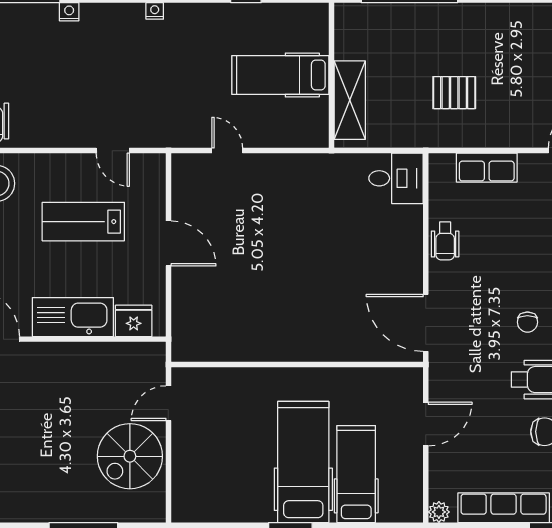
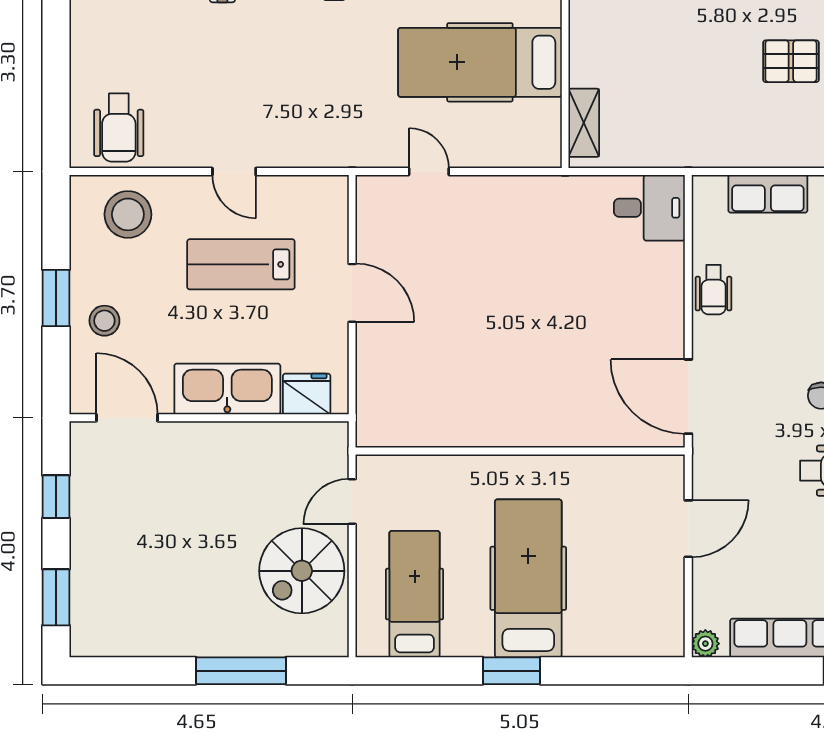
hospital bed: (280, 75) -> (480, 62), width x1.37, depth x1.29
pallet: (454, 93) -> (791, 61), moved
shelving: (350, 100) -> (584, 123), width x0.67, depth x0.75
door: (113, 151) -> (234, 171), moved
hospital bed: (356, 474) -> (415, 594), moved

